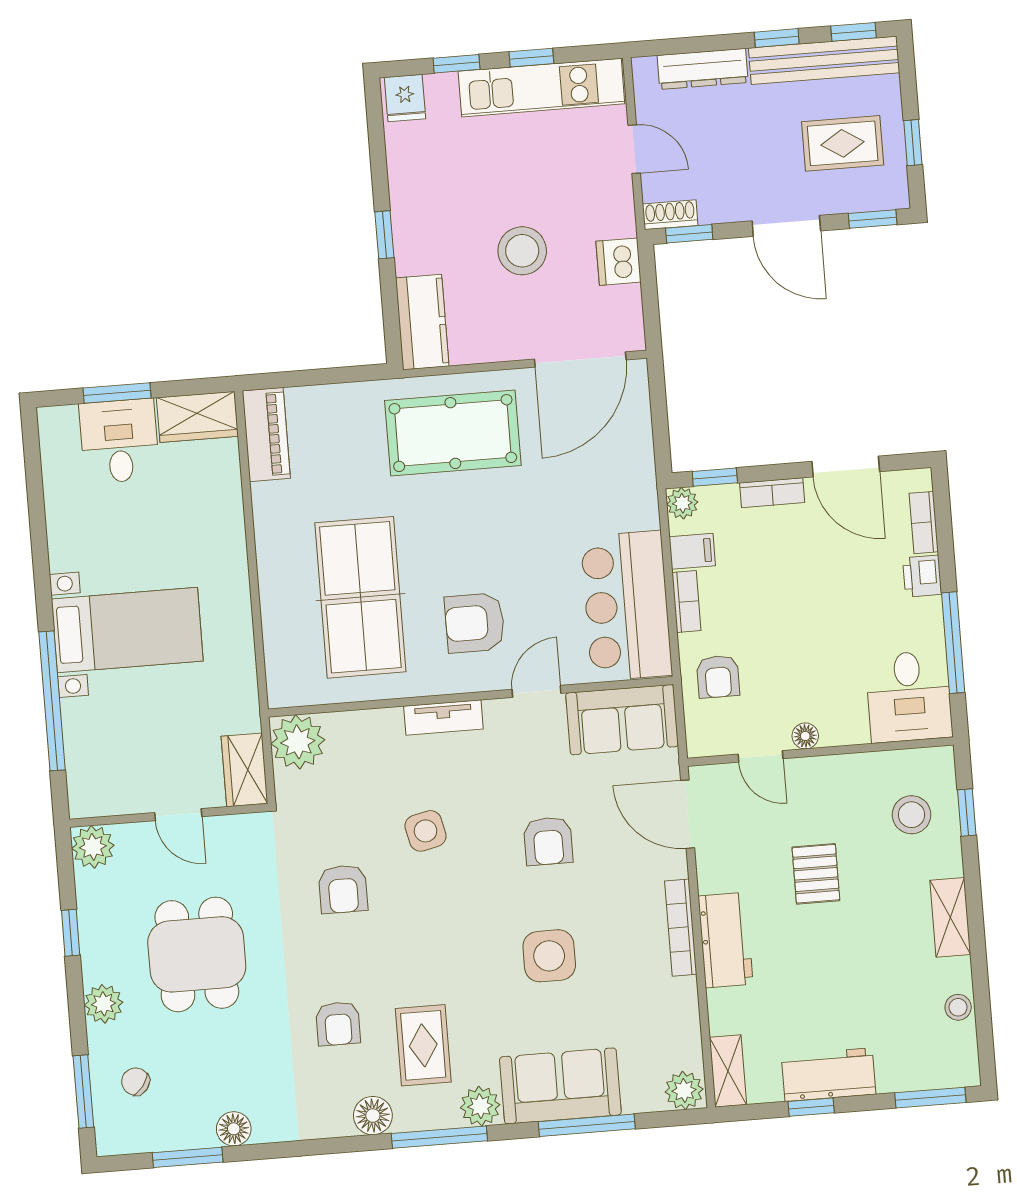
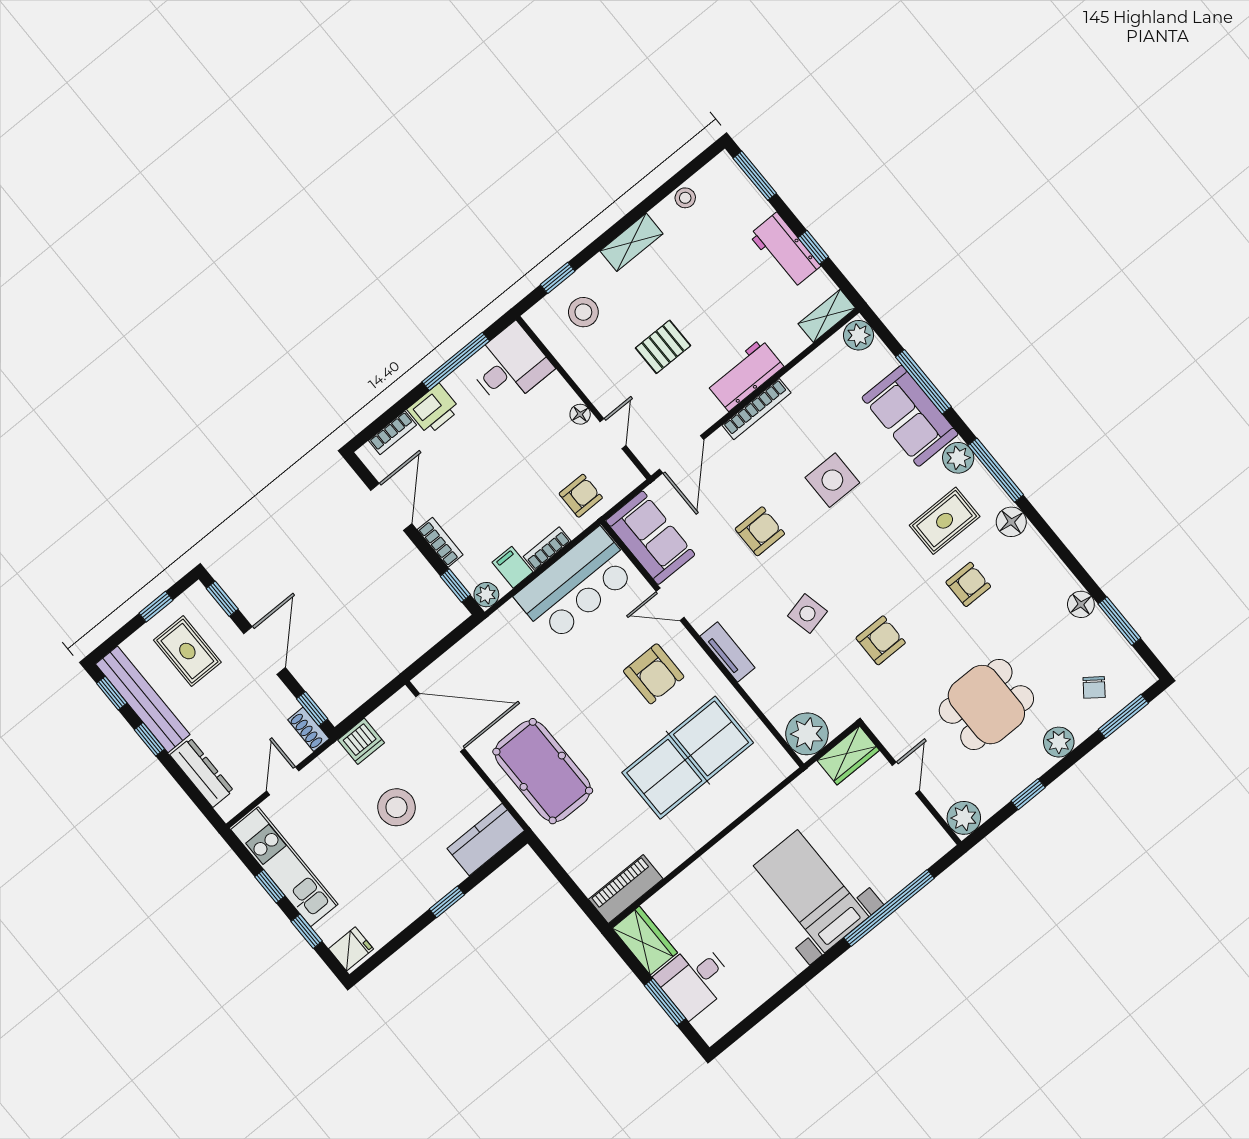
printer: (922, 576) -> (434, 409), width x1.36, depth x1.24

